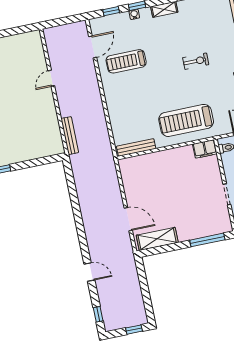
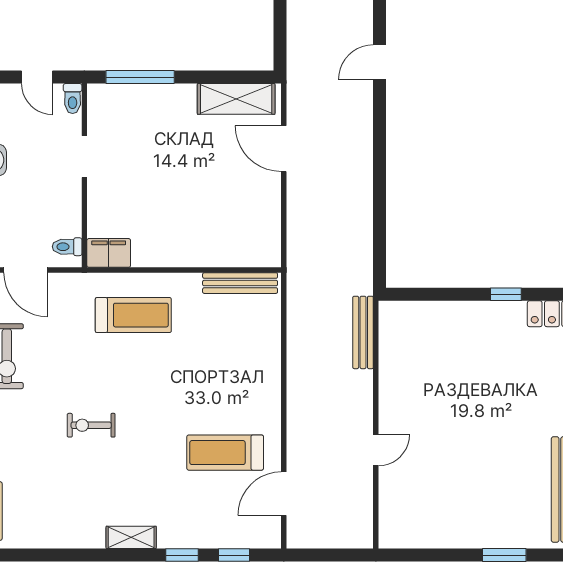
water cooler: (134, 14) -> (191, 540), removed
treadmill: (126, 61) -> (225, 453), turned 180
treadmill: (186, 120) -> (133, 315), width x0.73, depth x0.73
door: (89, 272) -> (380, 62), hinge flipped

